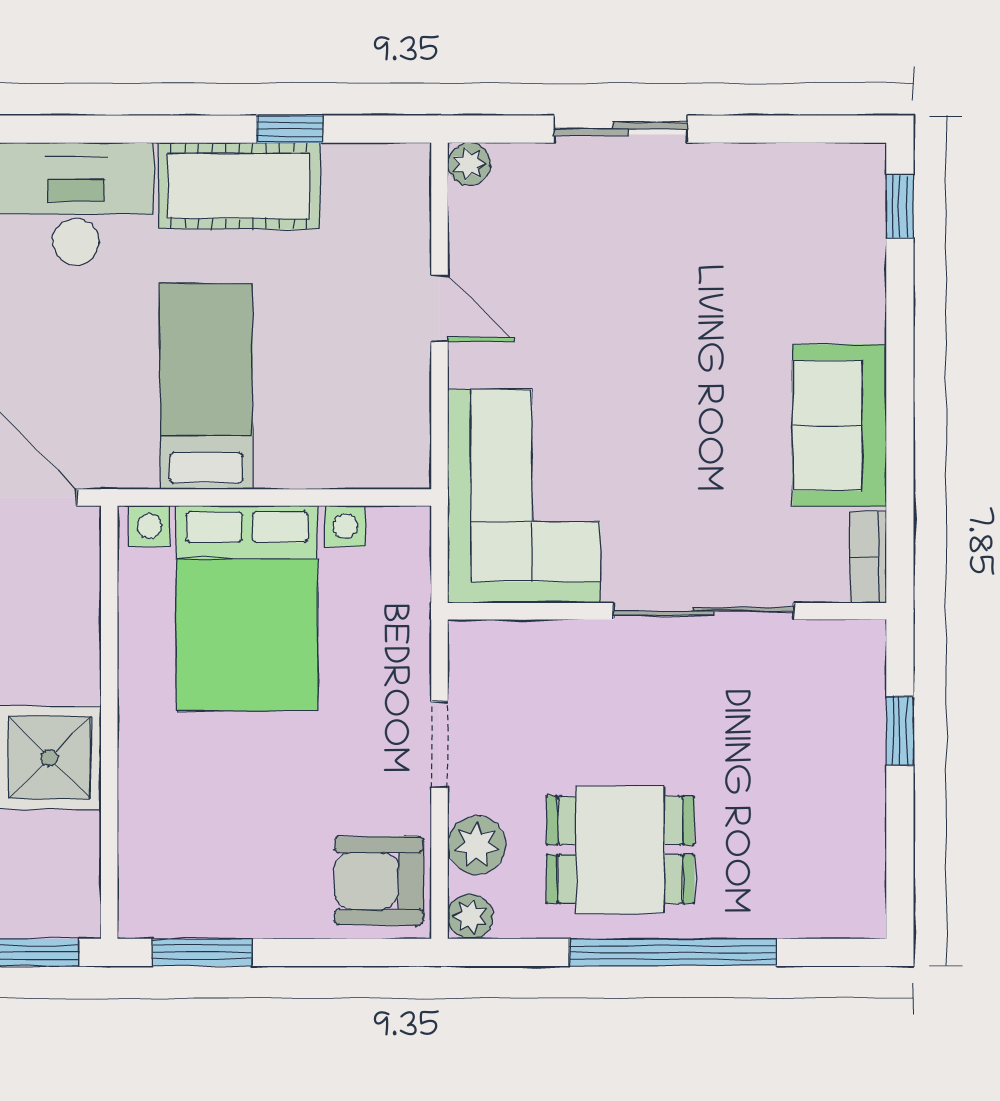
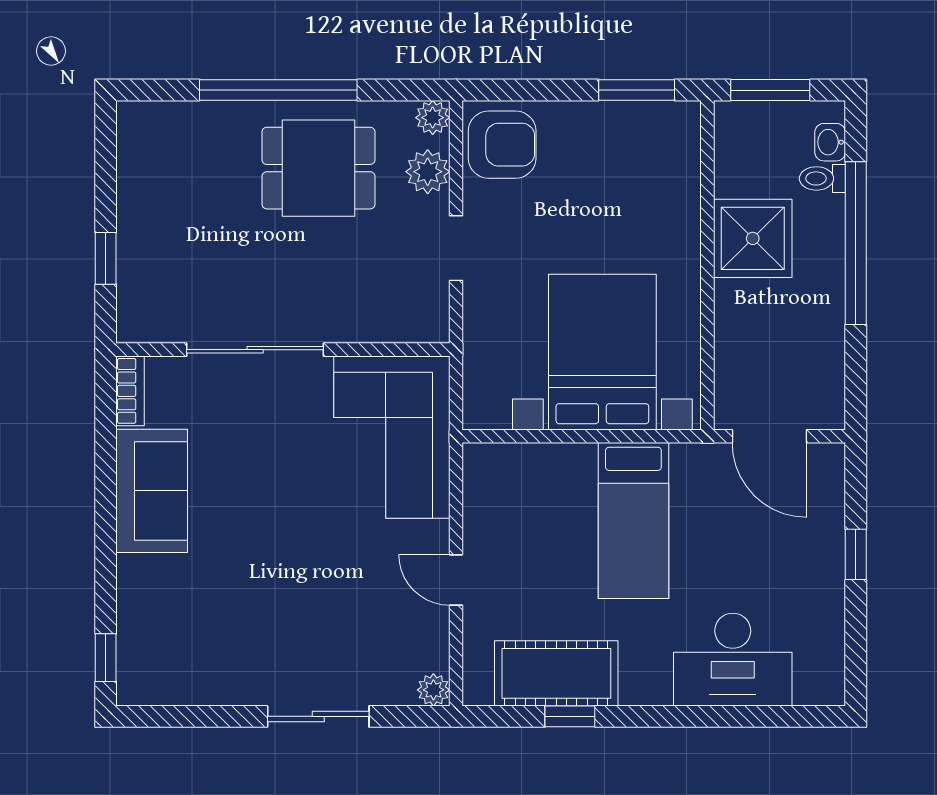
cot: (239, 186) -> (556, 673), moved

